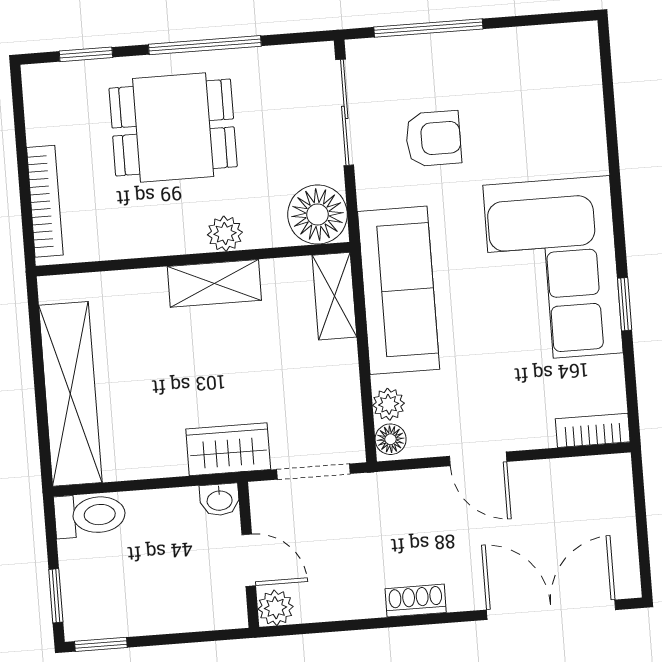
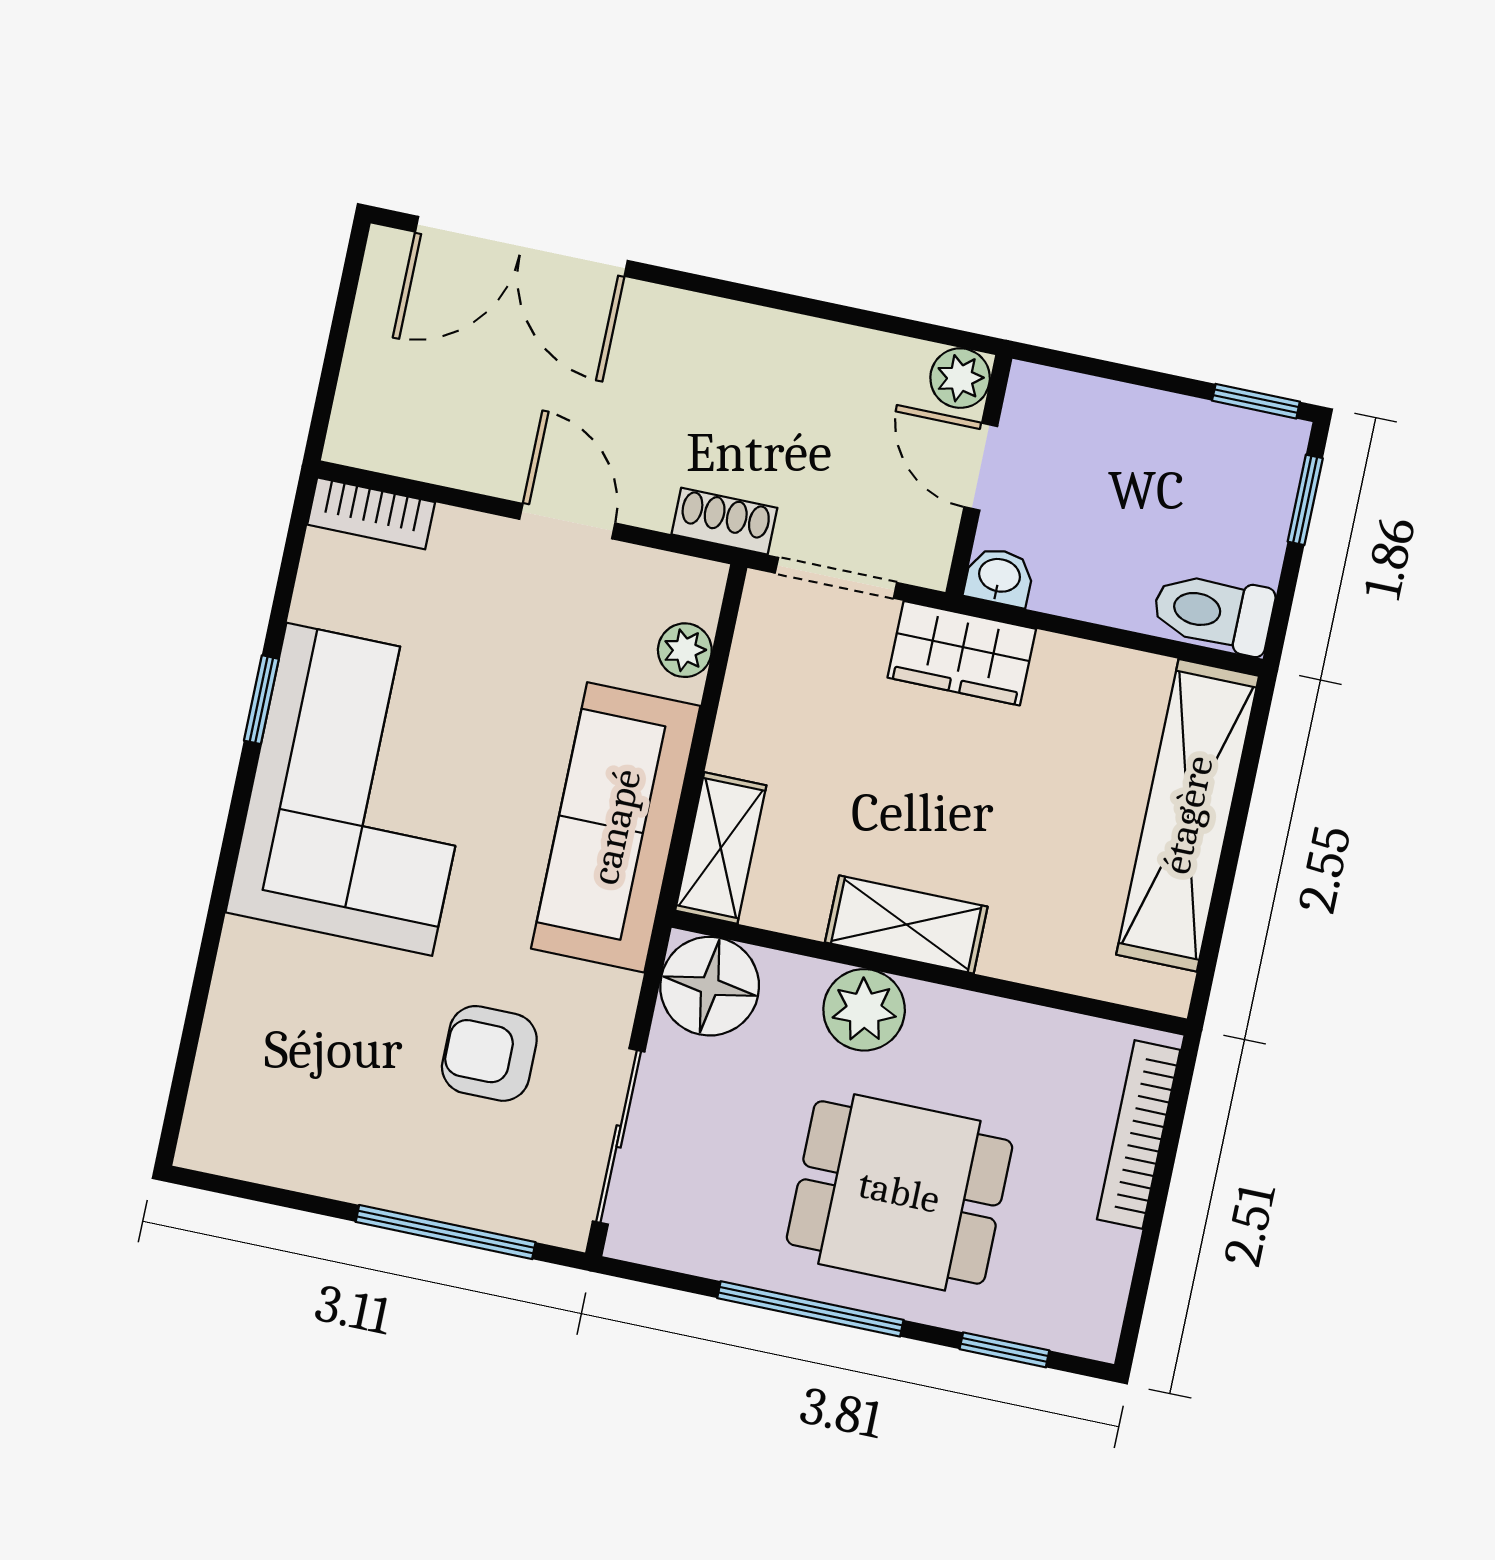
plant: (225, 234) -> (864, 1010), width x1.38, depth x1.38
floor lamp: (391, 439) -> (698, 593), removed
shoe rack: (416, 601) -> (724, 521), moved, turned 180

